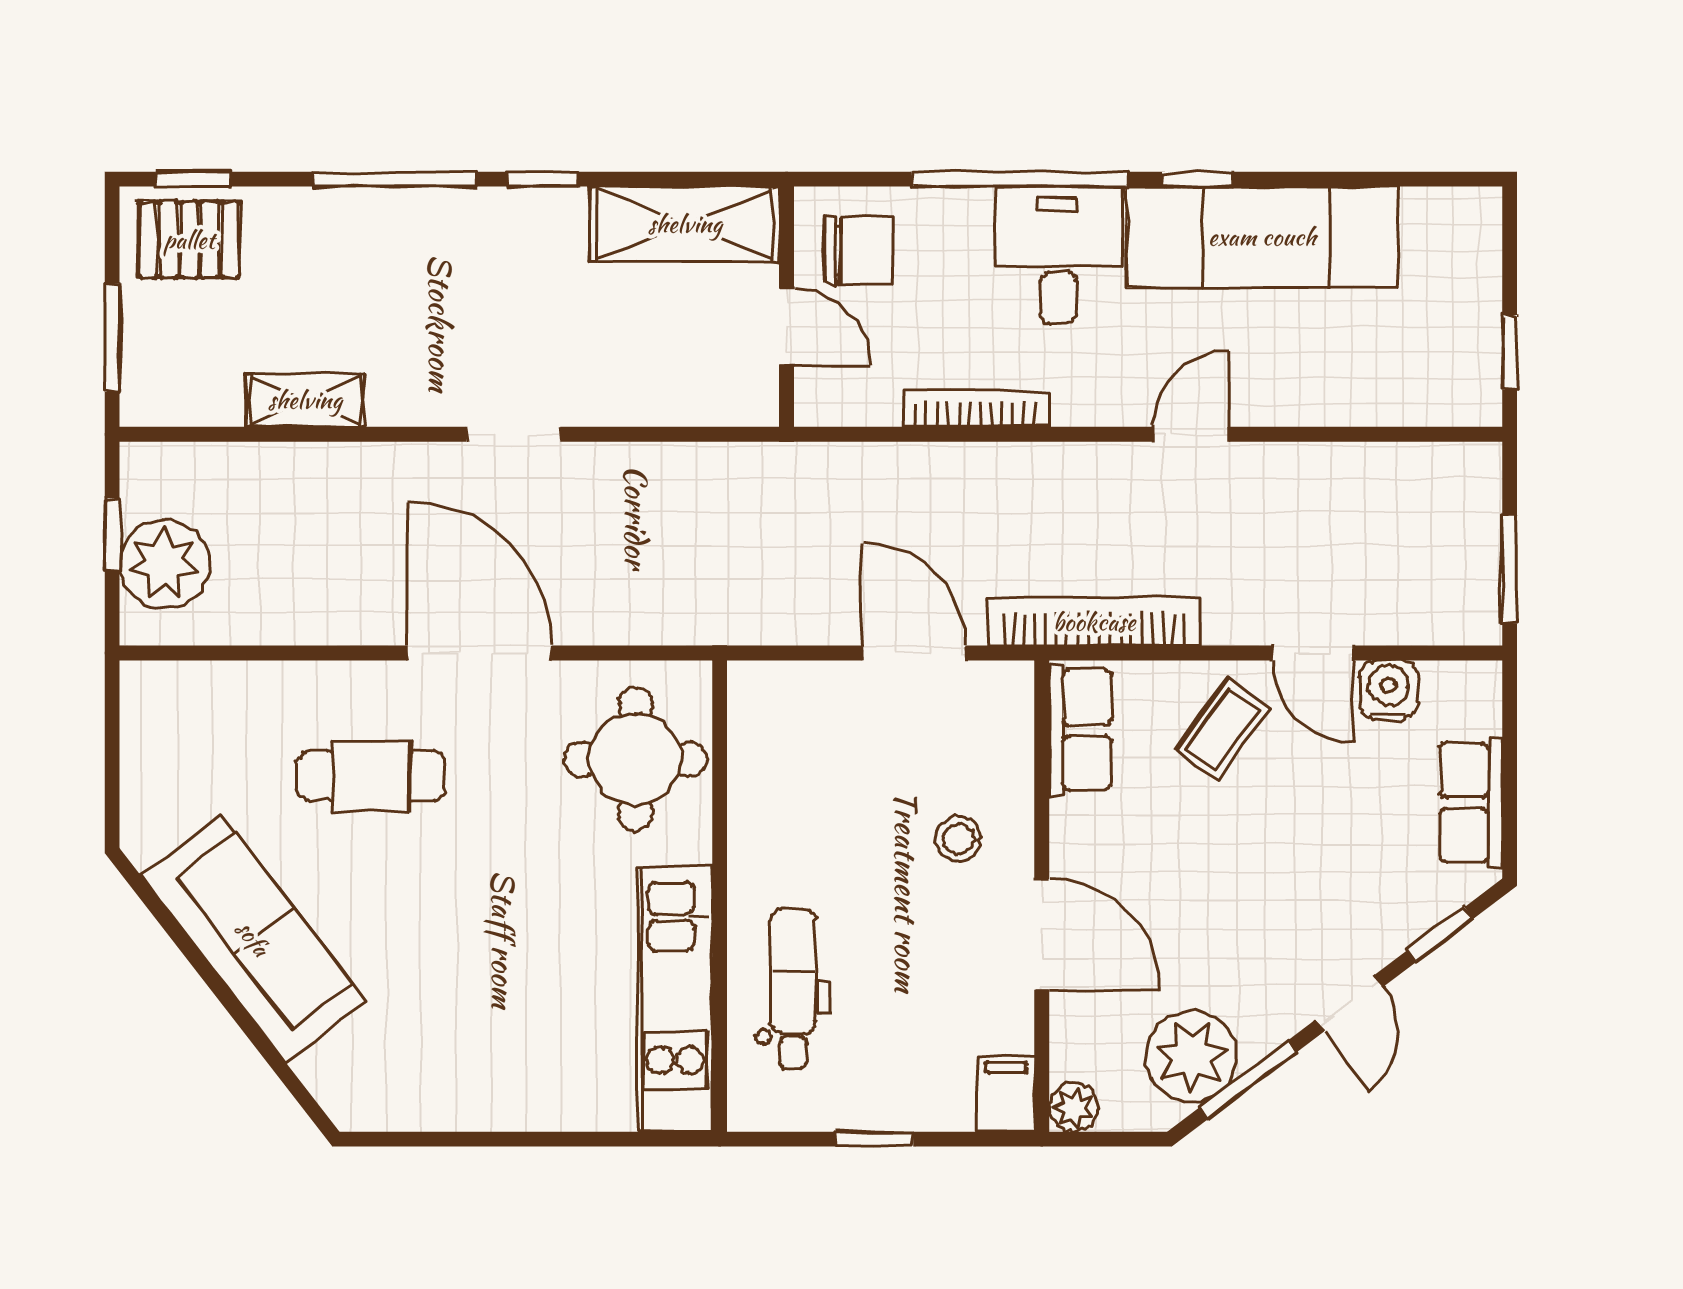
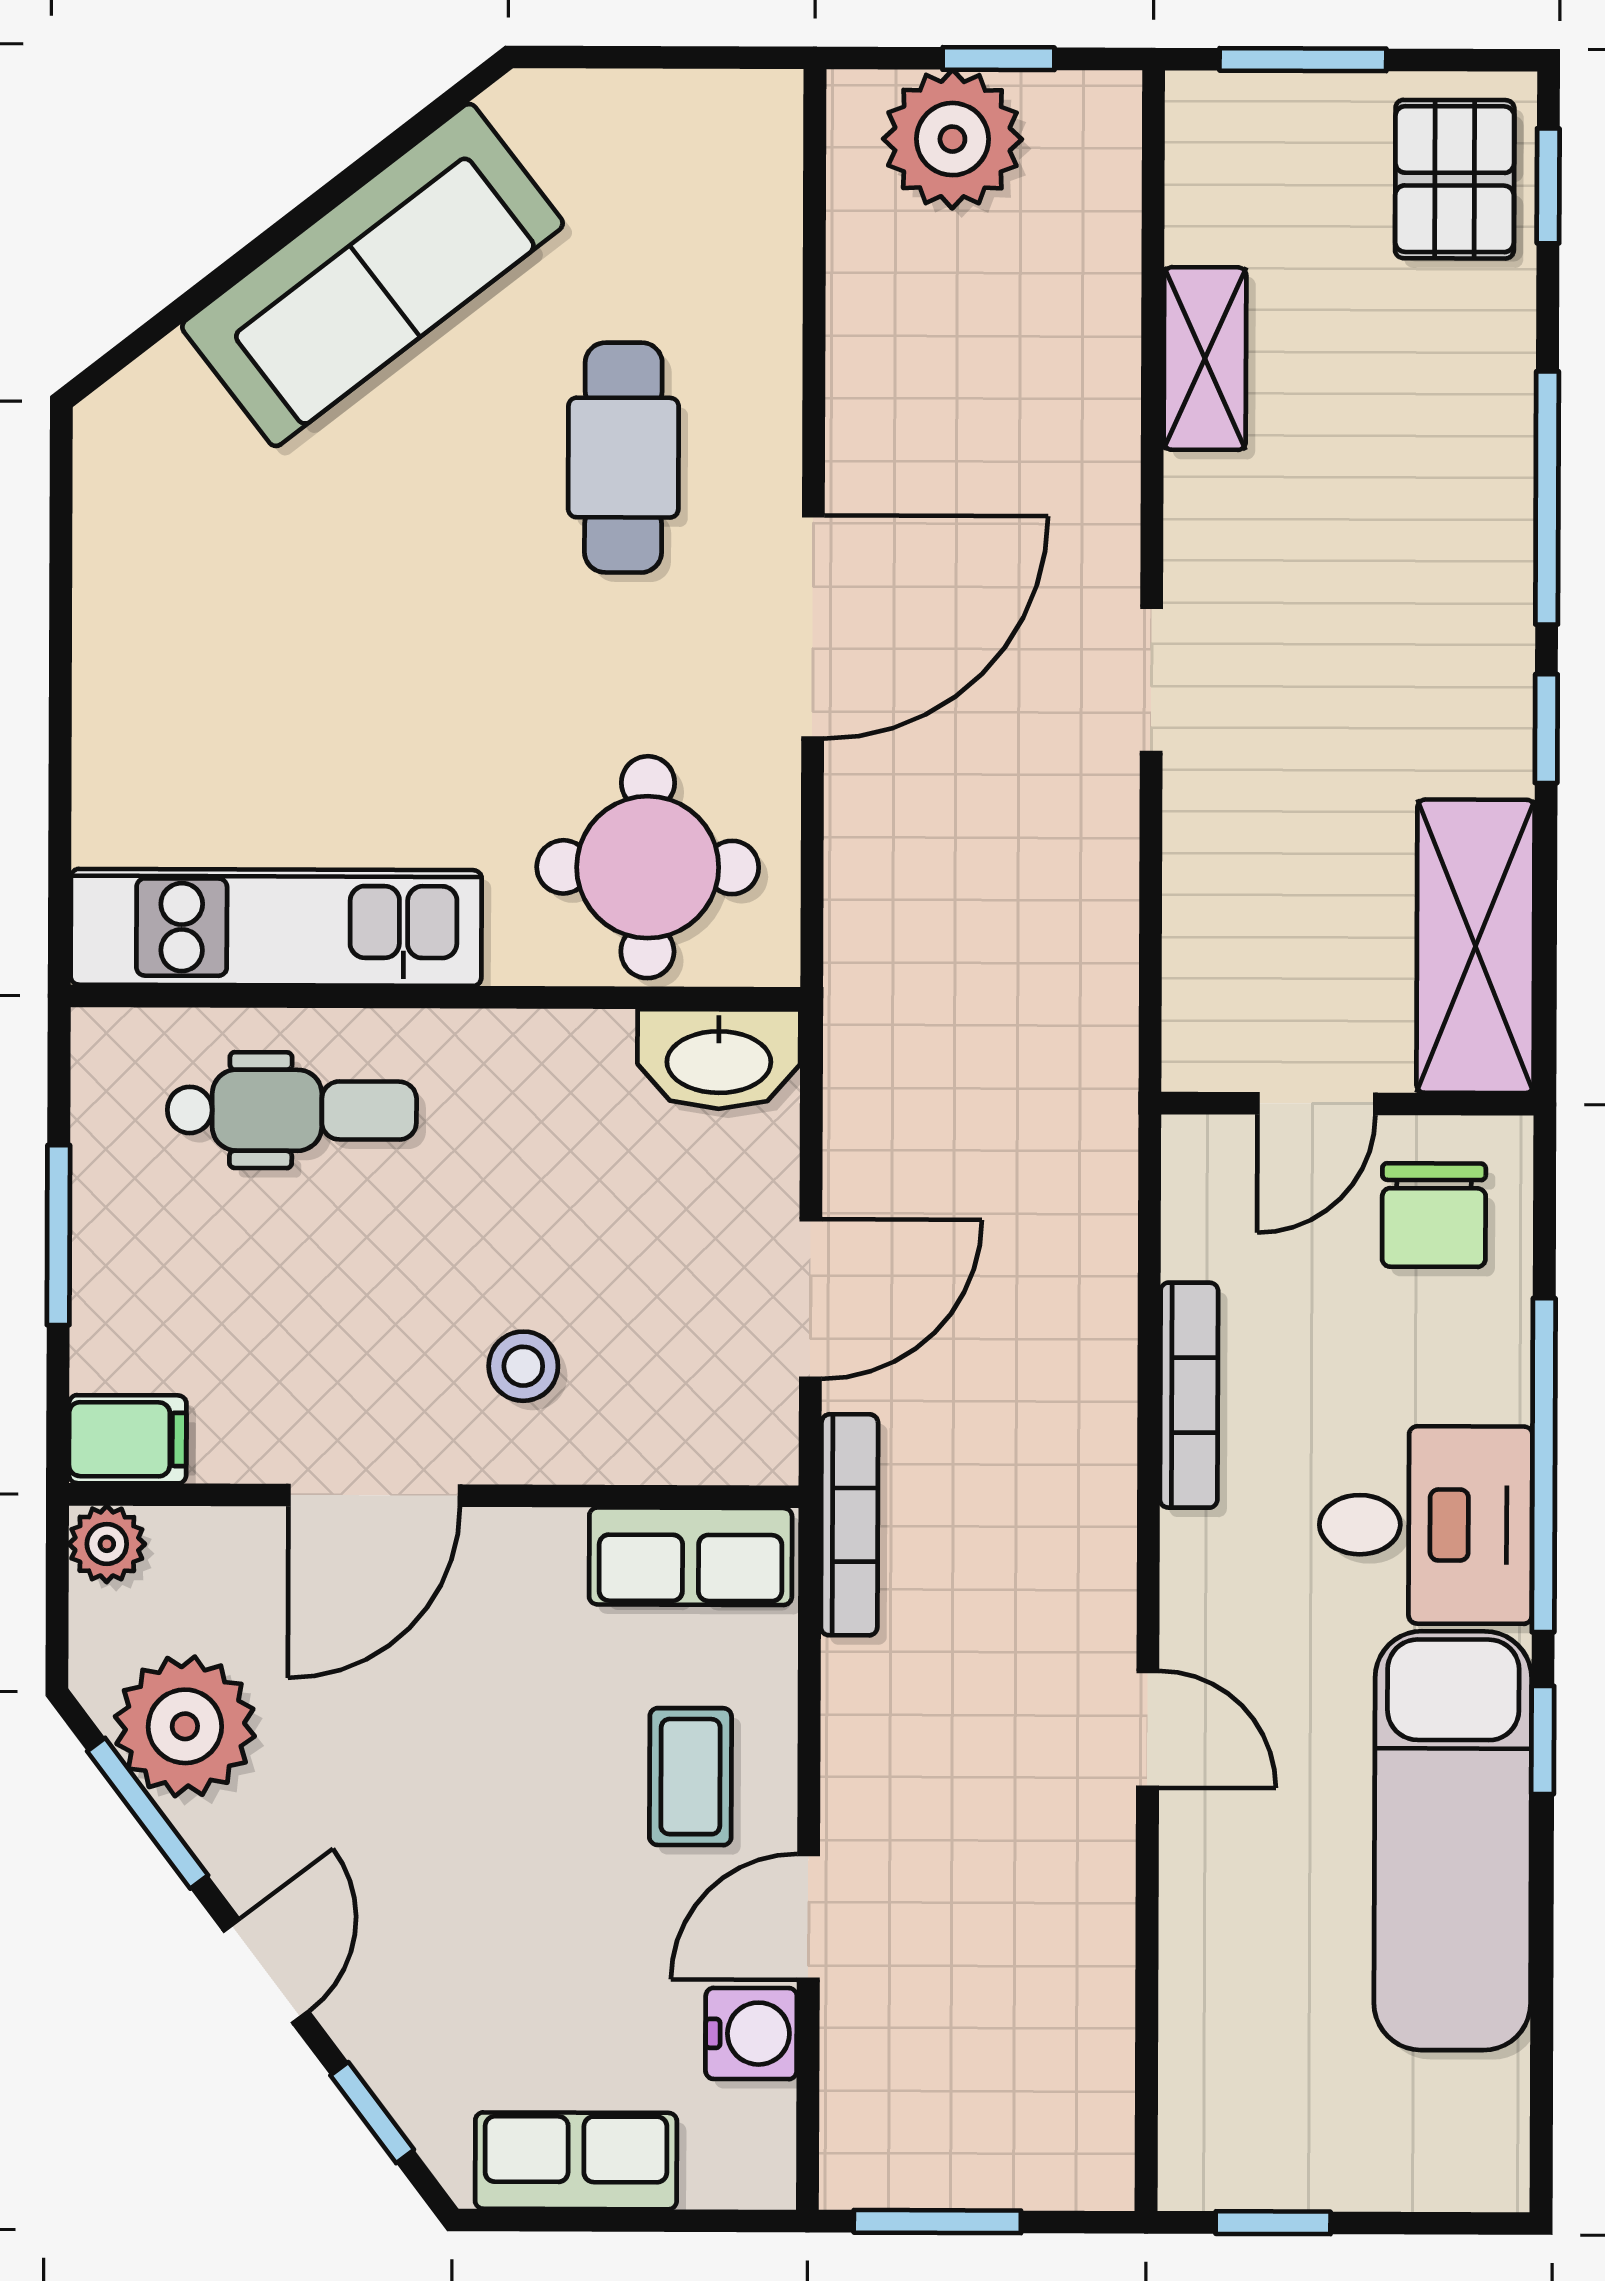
bookcase: (1094, 622) -> (849, 1525), width x0.68, depth x0.76
washbasin: (759, 713) -> (719, 1059), added
coffee table: (1223, 730) -> (690, 1777), turned 54
door: (1349, 1003) -> (266, 1971), swing flipped
window: (874, 1139) -> (58, 1235), width x1.50

